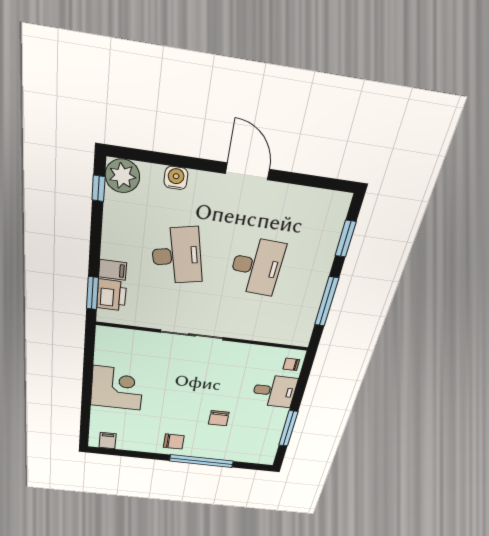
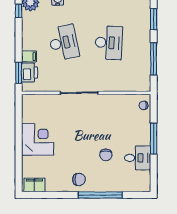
desk: (274, 391) -> (138, 158), moved
window: (288, 429) -> (154, 139), moved
filing cabinet: (108, 441) -> (34, 185), width x2.00

